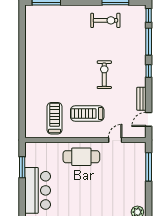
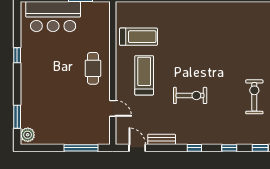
exercise bike: (105, 20) -> (254, 97), turned 180
window: (149, 42) -> (229, 148), width x0.46
cafe table: (81, 157) -> (93, 68), width x0.73, depth x0.74

